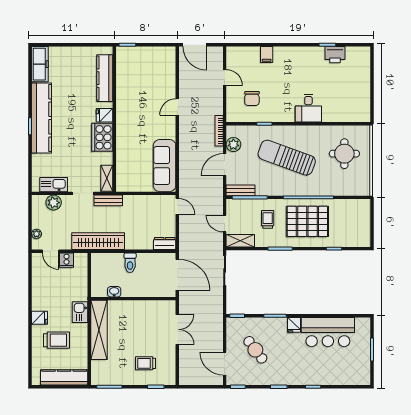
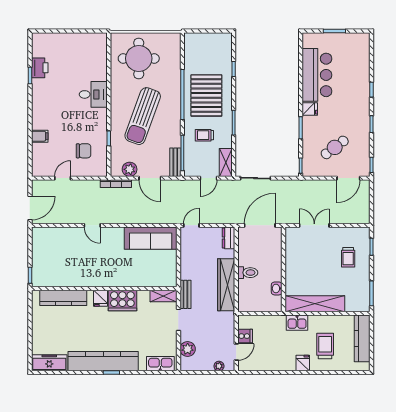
round table: (344, 154) -> (139, 58), width x1.36, depth x1.36
kitchen sink: (54, 185) -> (160, 364), moved, turned 90
wardrobe: (98, 241) -> (226, 285), moved

